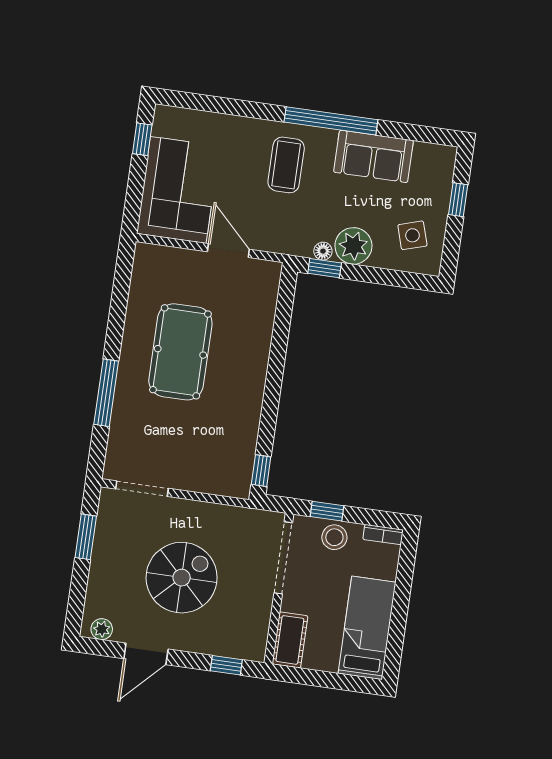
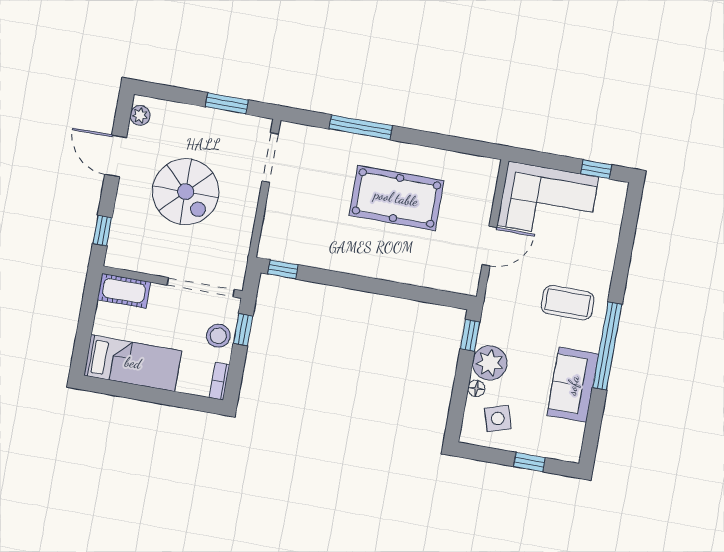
floor lamp: (323, 251) -> (476, 388), moved

